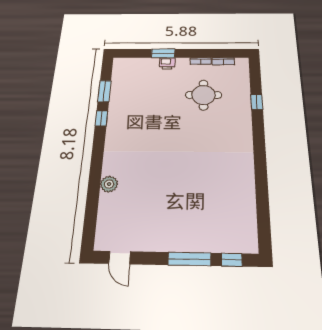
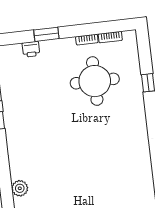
printer: (167, 63) -> (31, 49), moved
round table: (204, 95) -> (95, 81), width x1.36, depth x1.36

